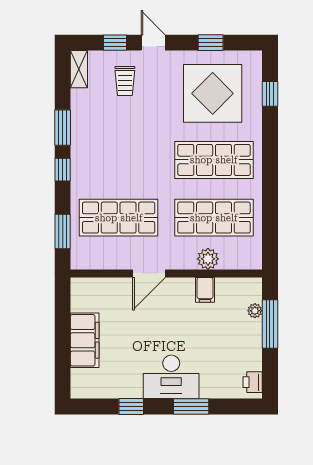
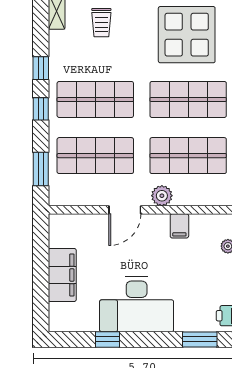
window: (63, 128) -> (41, 68), width x0.67
shop shelf: (119, 160) -> (95, 99), added
plant: (208, 259) -> (162, 196), moved
desk: (171, 377) -> (137, 304), width x1.36, depth x1.30
window: (191, 406) -> (200, 339), moved

